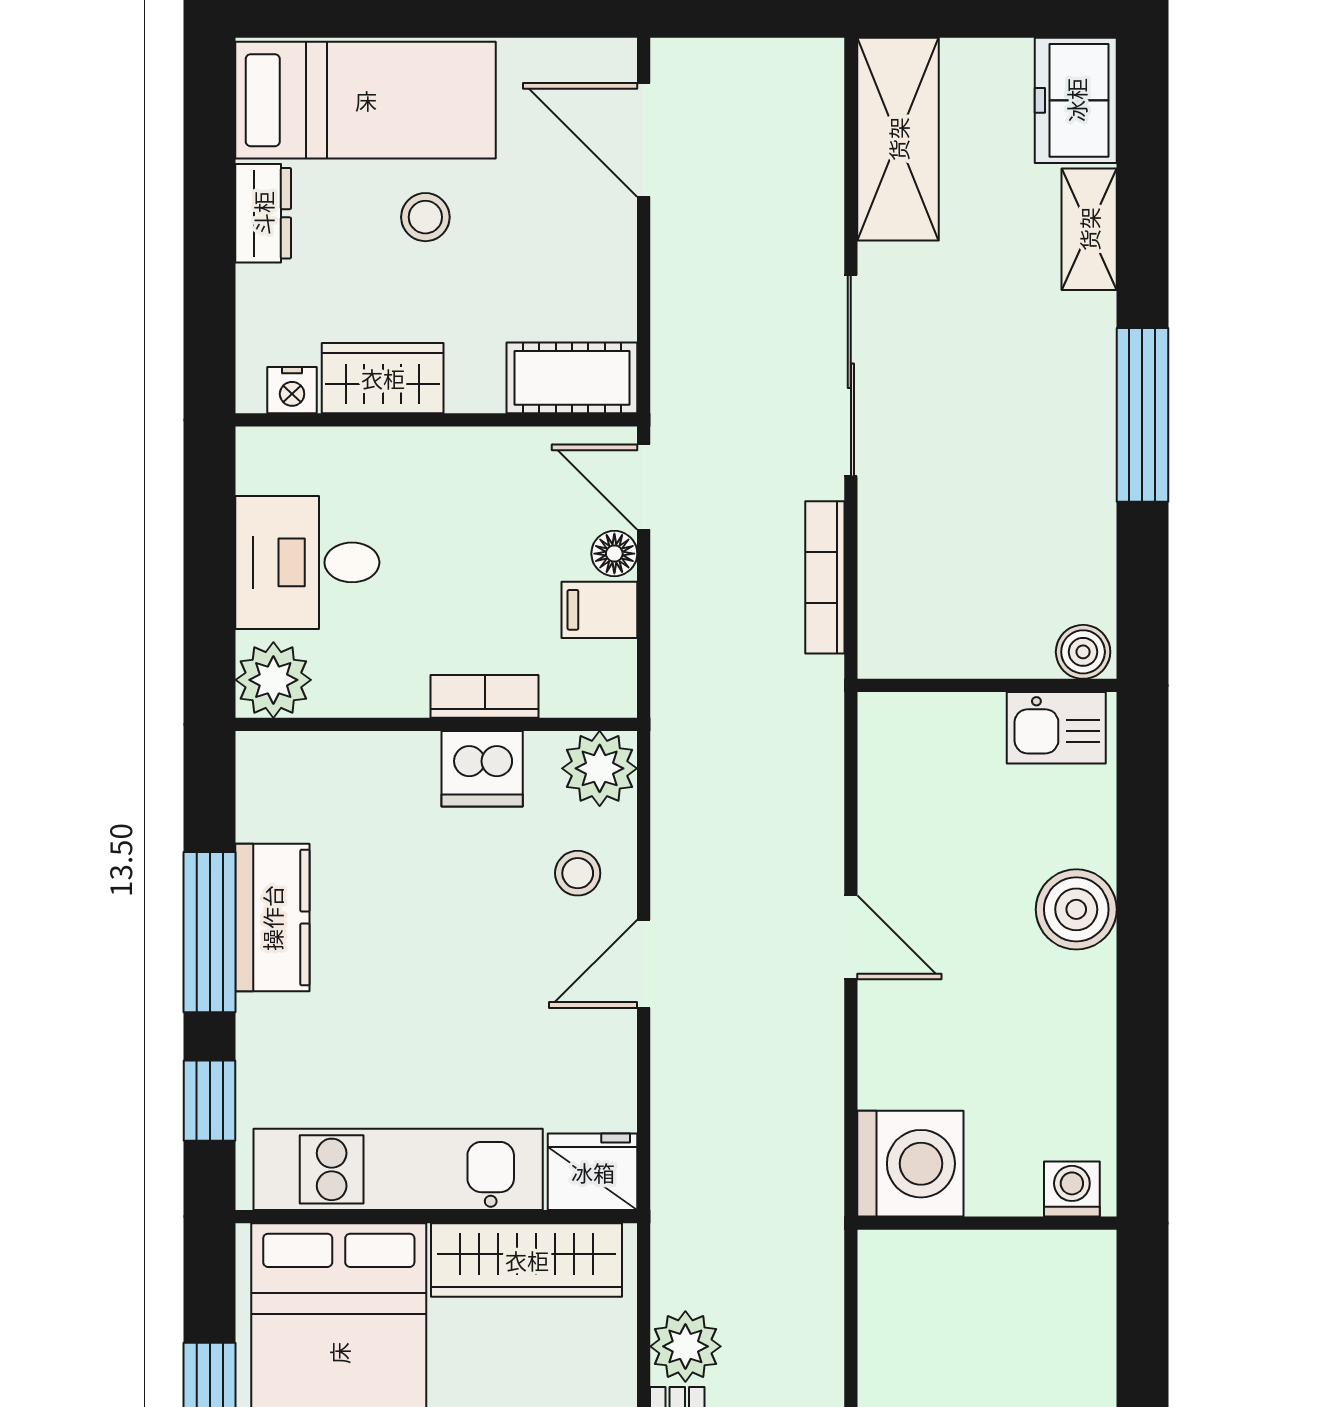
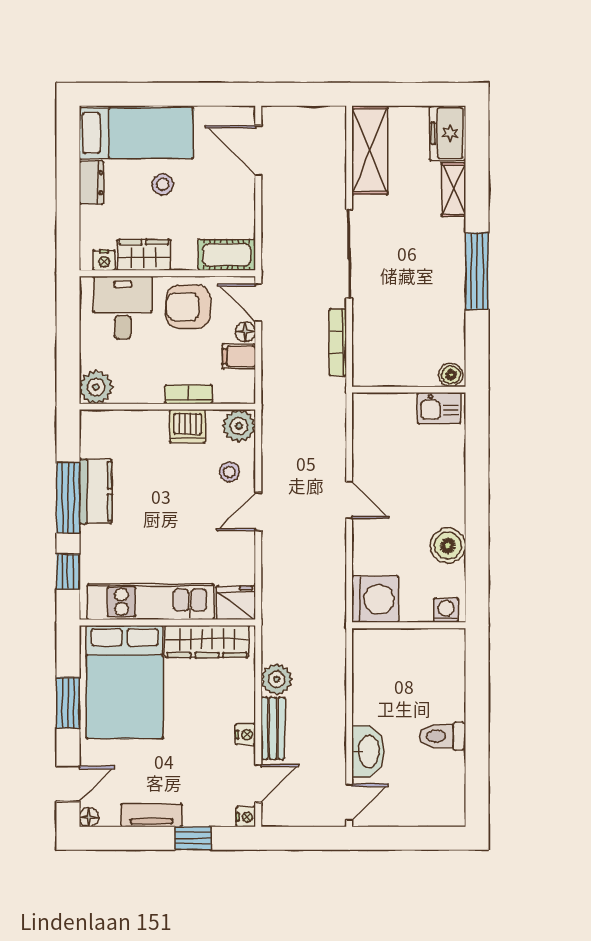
armchair: (484, 496) -> (188, 307), added
desk: (307, 562) -> (123, 308), moved, turned 90
boiler: (1076, 909) -> (448, 546), moved

